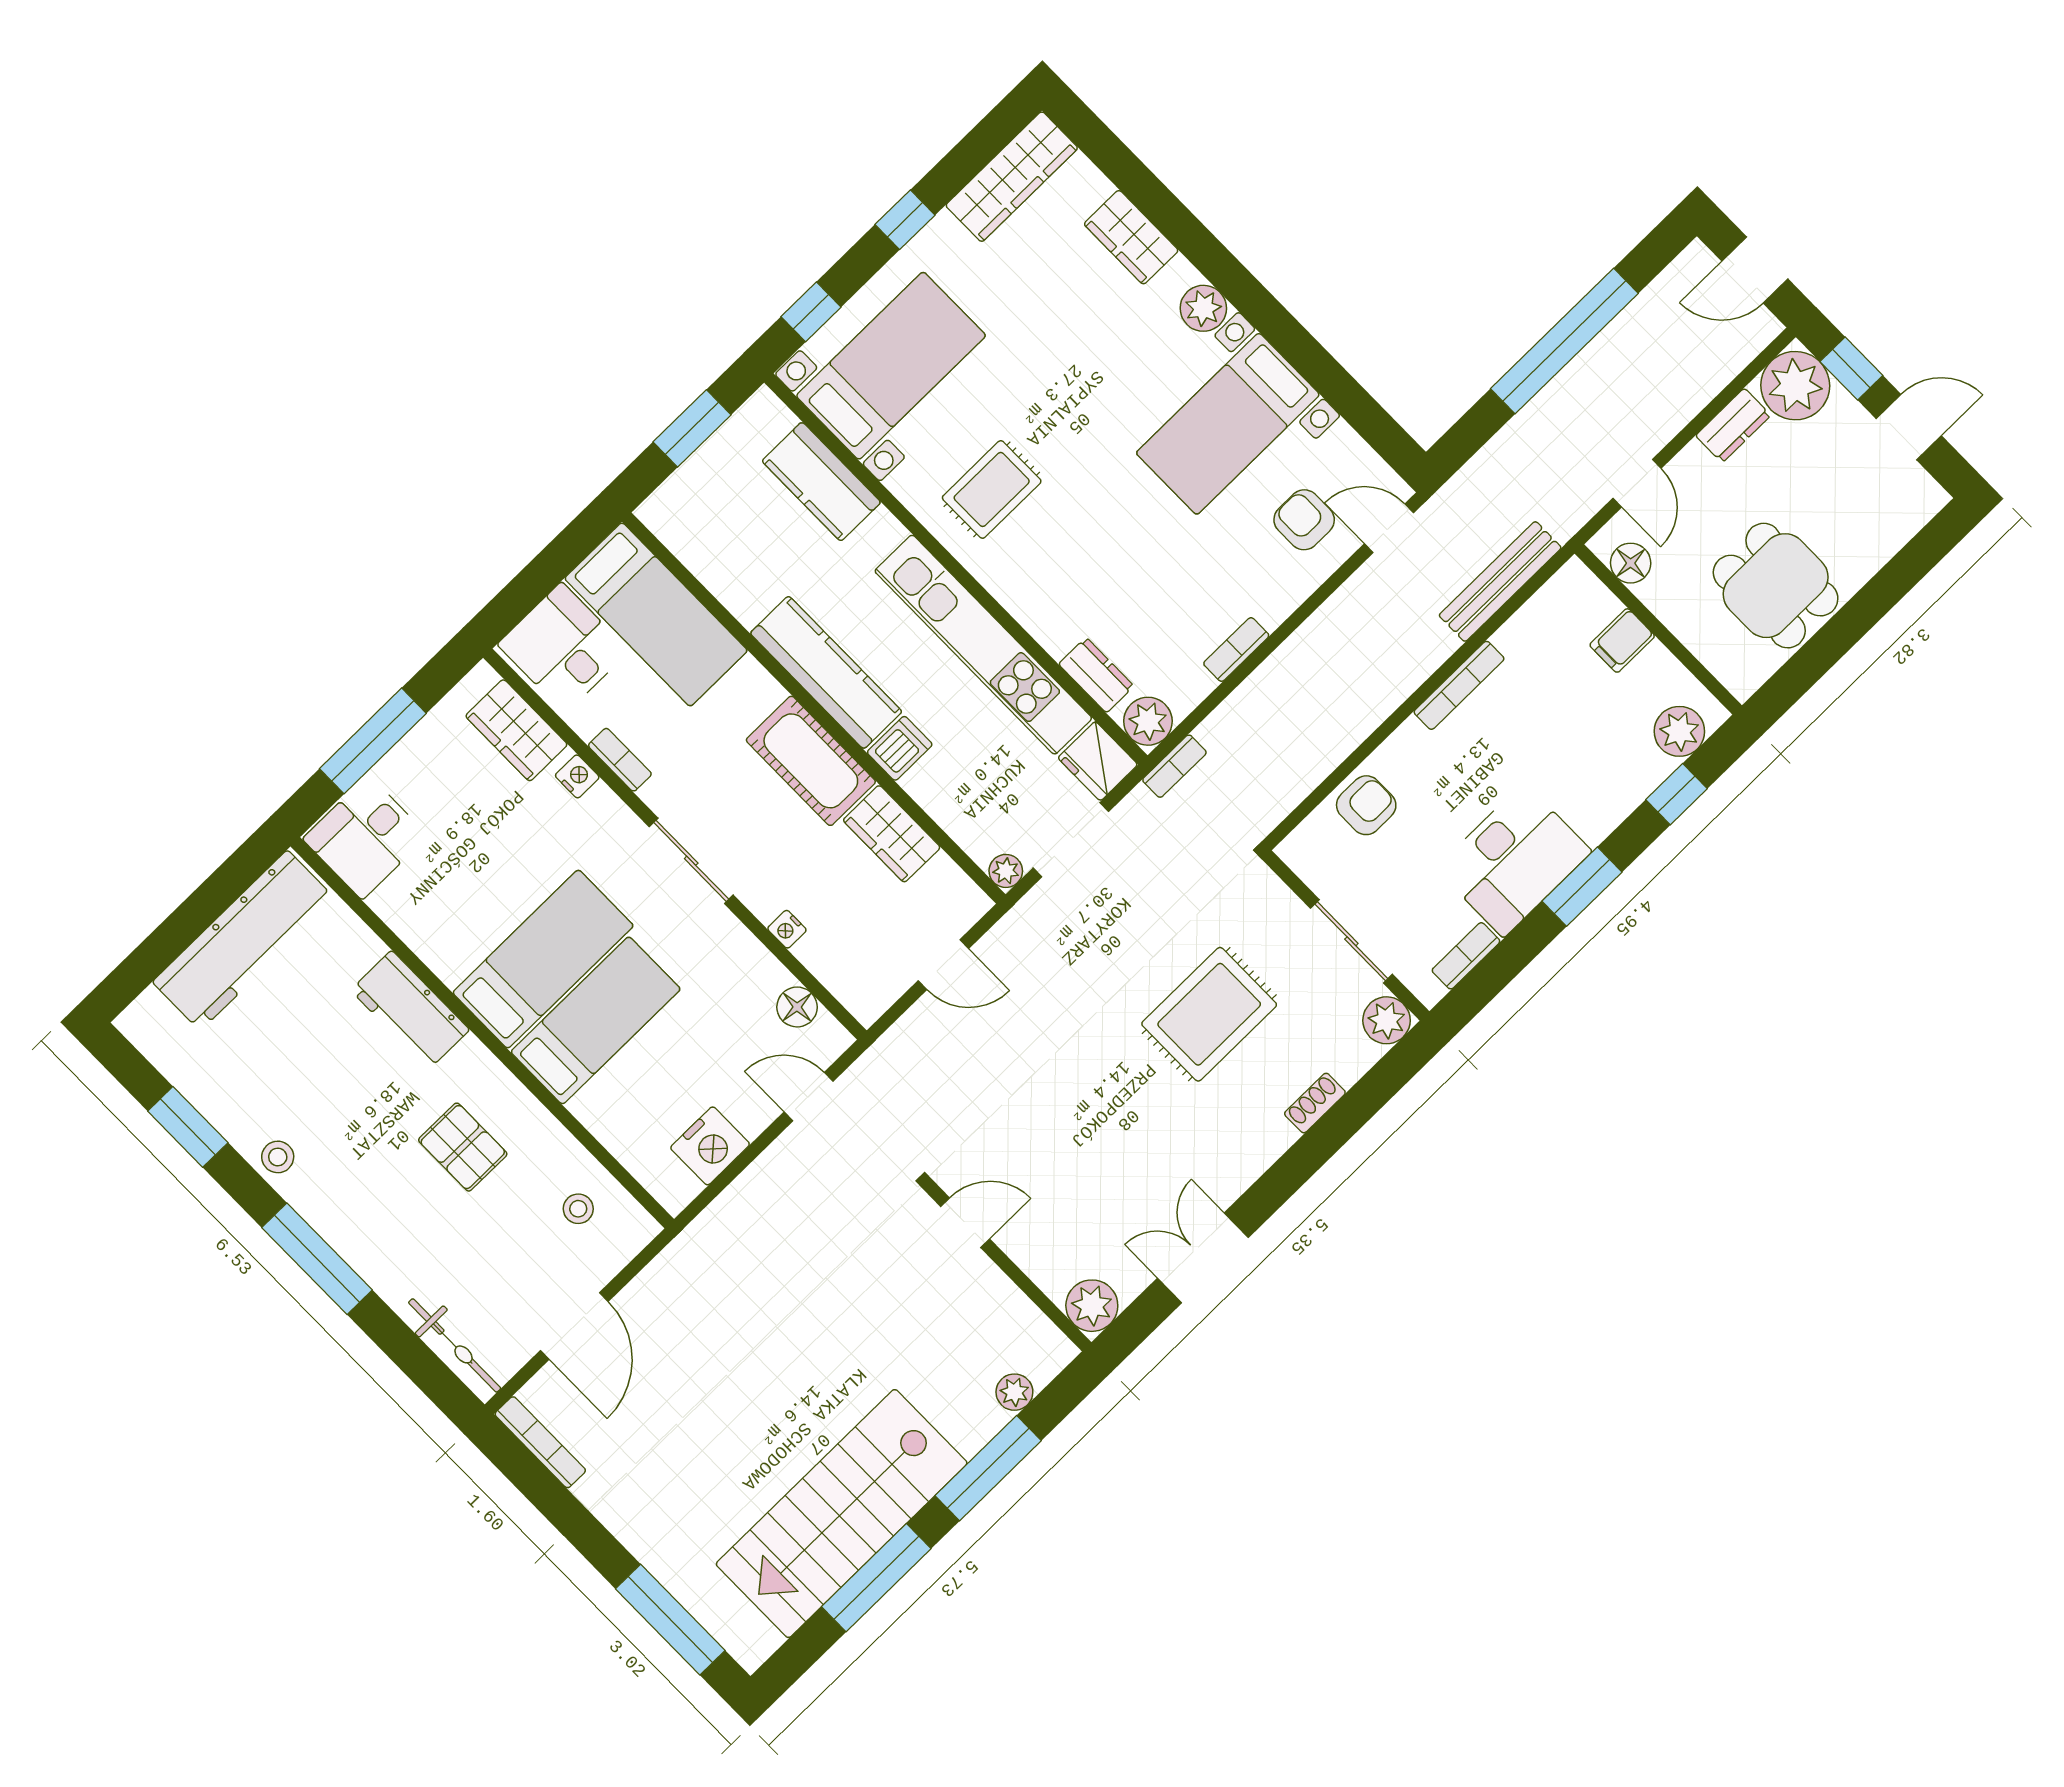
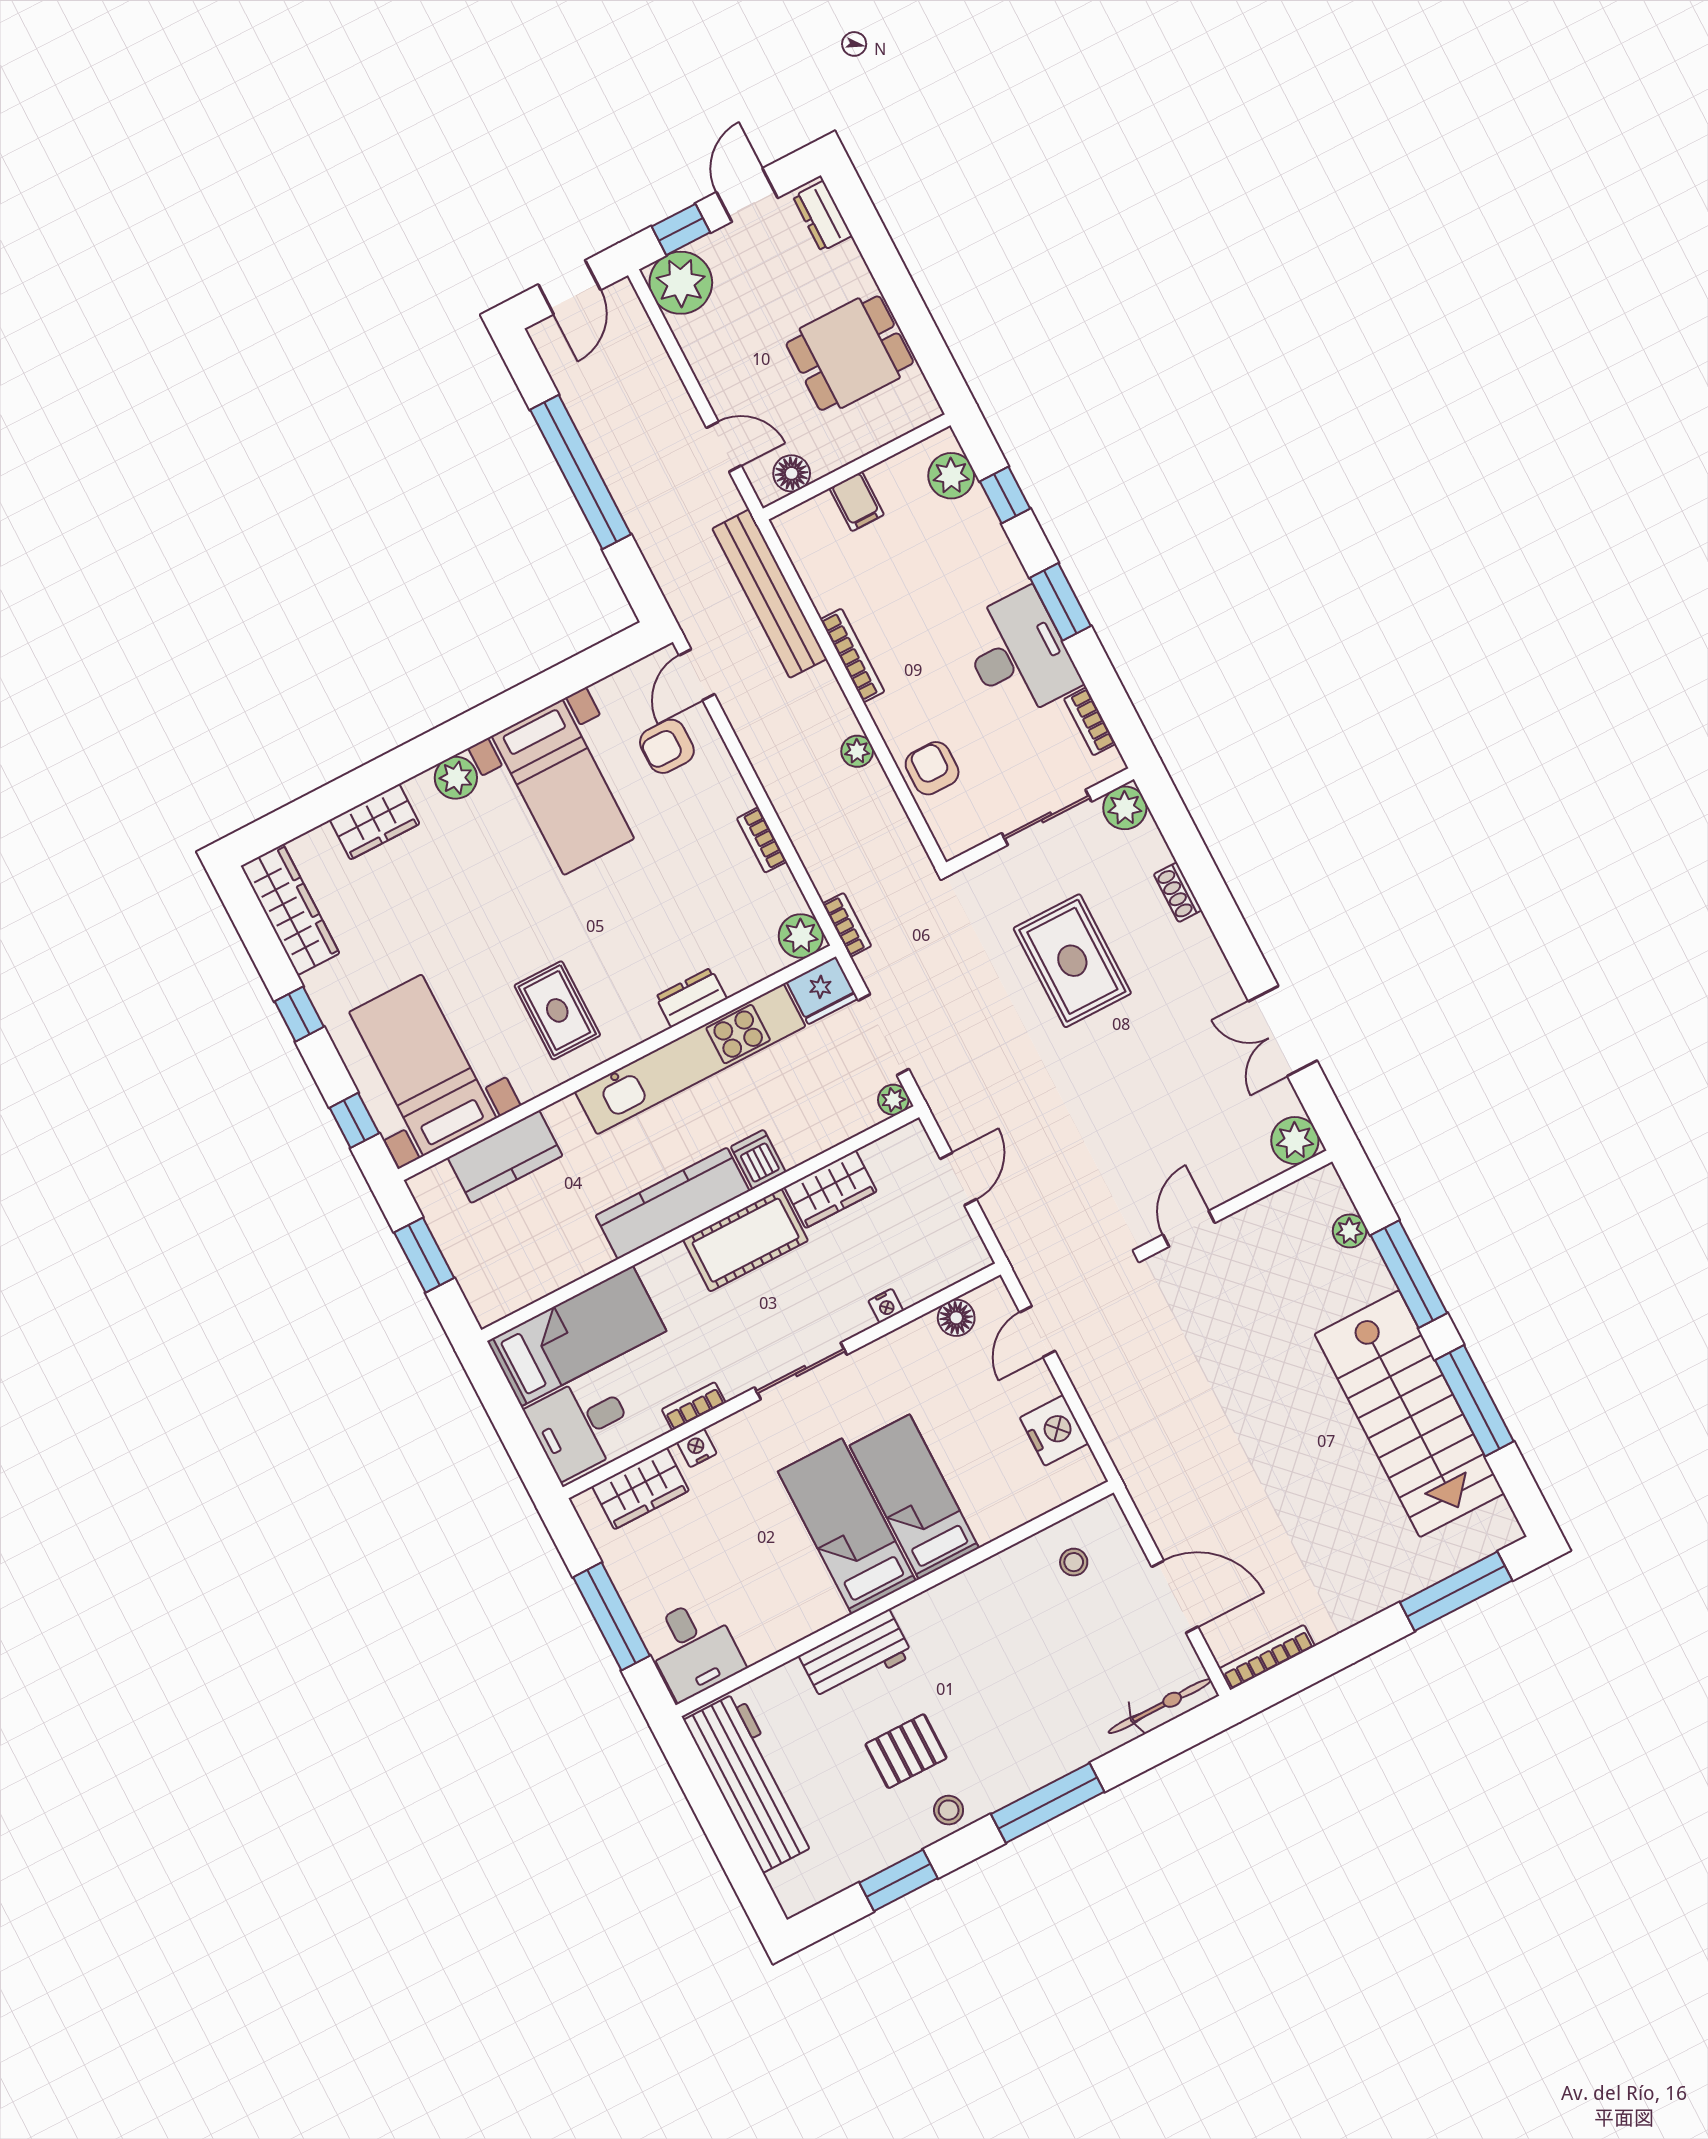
dresser: (1733, 425) -> (822, 216), moved, turned 180
bench: (1500, 581) -> (770, 594), width x1.37, depth x1.21
dresser: (1096, 675) -> (691, 998), moved
plant: (1360, 721) -> (857, 751), added
pallet: (463, 1147) -> (906, 1751), moved

